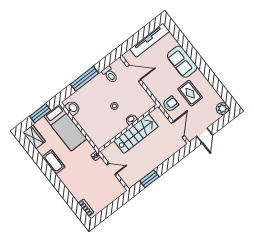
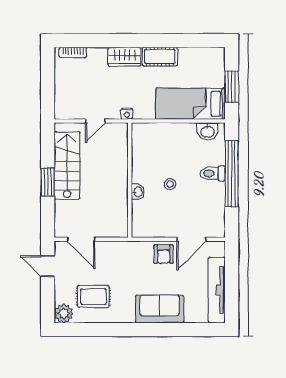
toilet: (110, 75) -> (212, 174), moved
window: (84, 79) -> (232, 174), width x1.46
rug: (190, 93) -> (93, 296), moved
armchair: (171, 104) -> (164, 254), moved
stairs: (136, 134) -> (67, 165), moved, turned 180
wardrobe: (34, 137) -> (125, 57), moved
window: (149, 179) -> (48, 182), moved

